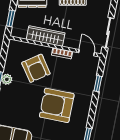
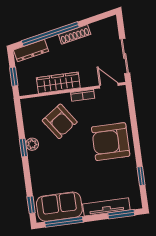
window: (98, 84) -> (133, 115), removed
armchair: (57, 105) -> (111, 142), moved

